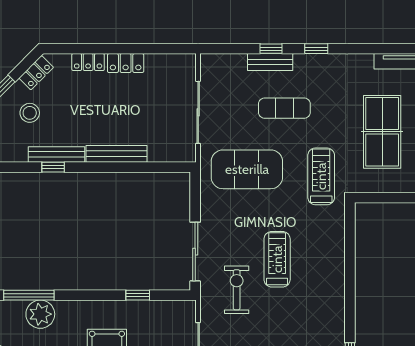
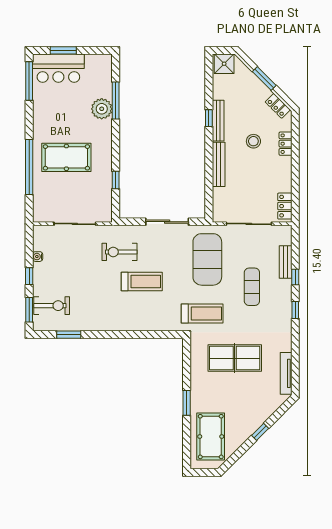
bench: (270, 62) -> (286, 262), moved
locker: (126, 63) -> (285, 206), moved
stool: (30, 113) -> (253, 141), moved
sliding door: (195, 252) -> (167, 222), moved
exercise bike: (237, 290) -> (119, 252), turned 180

